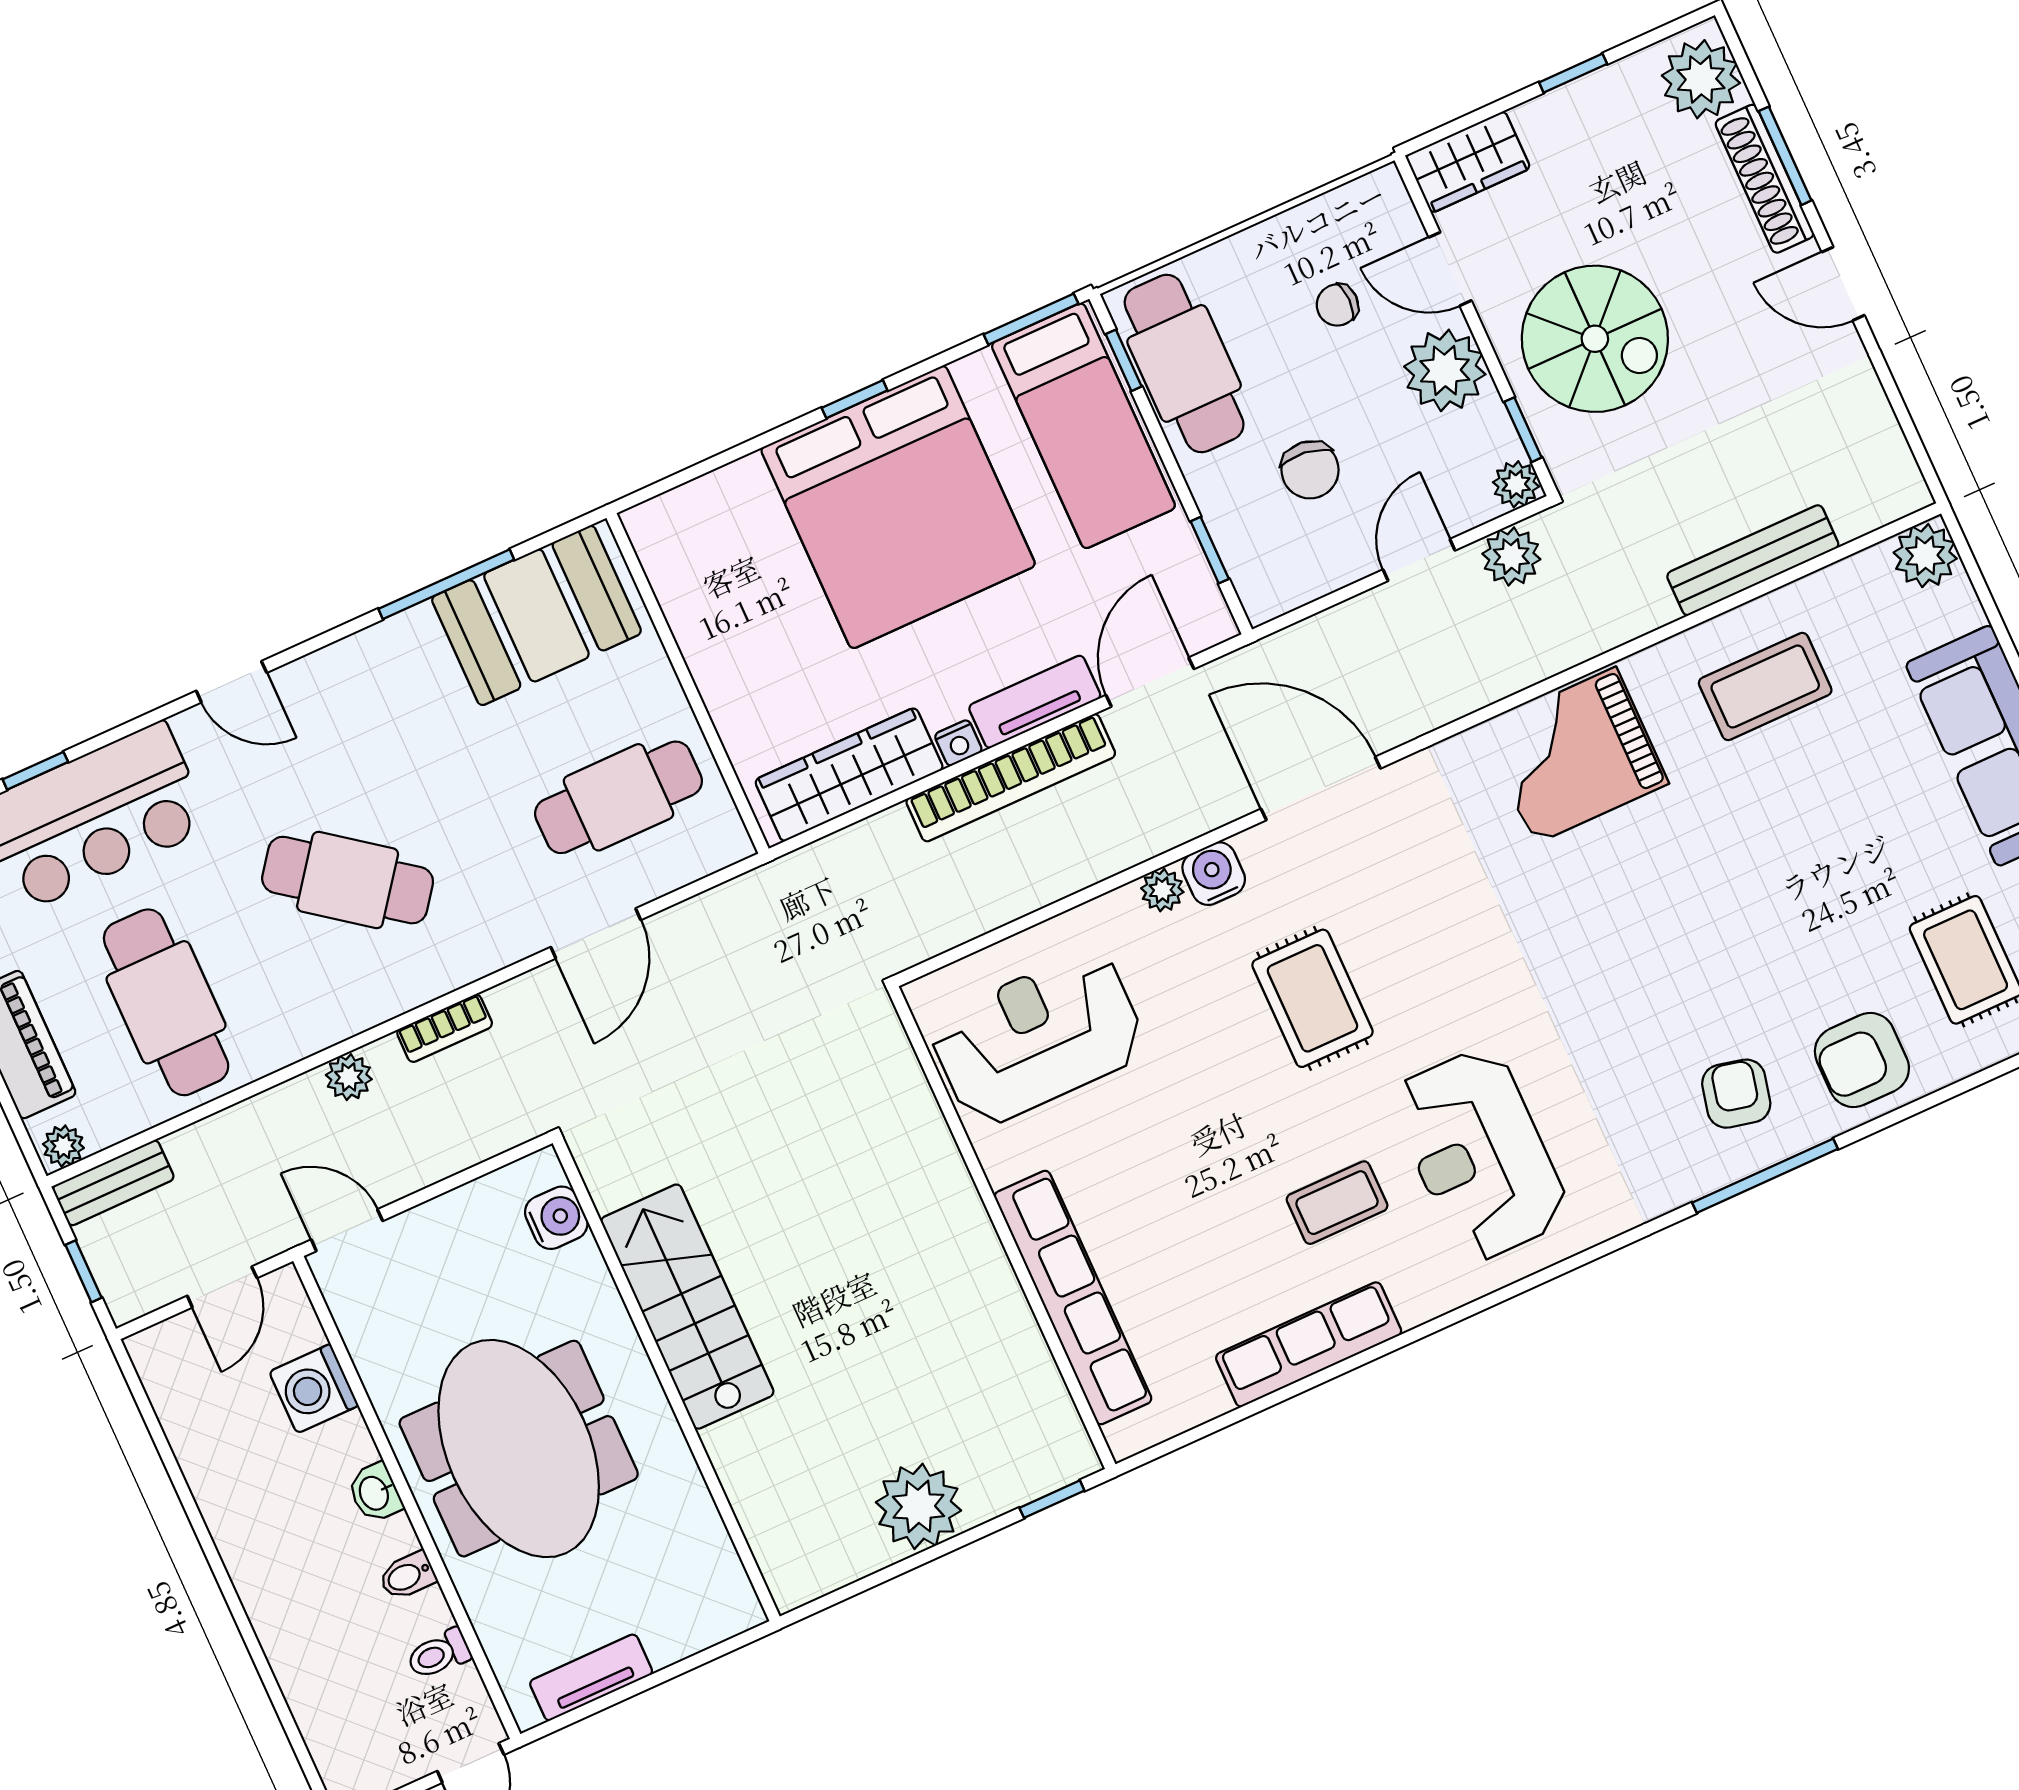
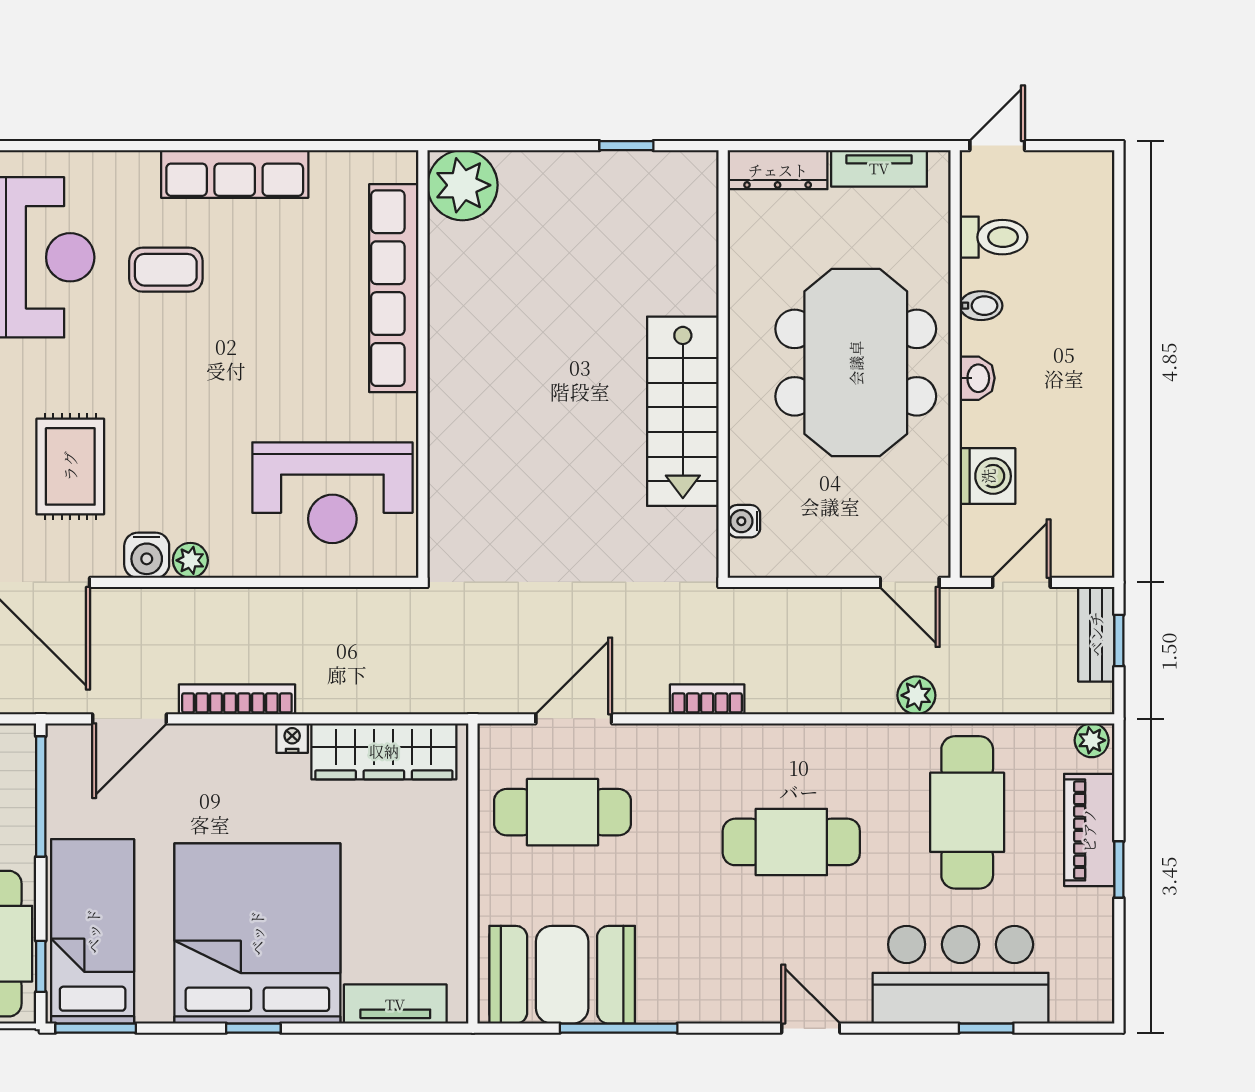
window: (1210, 550) -> (41, 797), width x2.17
tv unit: (1035, 702) -> (395, 1004), moved, turned 180
bookcase: (1011, 778) -> (237, 699), width x0.68, depth x0.76
cafe table: (348, 880) -> (791, 842), turned -37
door: (596, 933) -> (574, 719), moved
rug: (1312, 998) -> (70, 466), moved
bookcase: (445, 1028) -> (707, 699), moved
plant: (349, 1077) -> (916, 695), moved
bench: (113, 1183) -> (1096, 634), moved, turned 90
water cooler: (556, 1218) -> (744, 521), width x0.72, depth x0.72
window: (1052, 1499) -> (626, 146), moved
plant: (918, 1506) -> (462, 185), moved
dresser: (704, 1625) -> (778, 170), added
toilet: (439, 1654) -> (994, 237), width x1.37, depth x1.39

